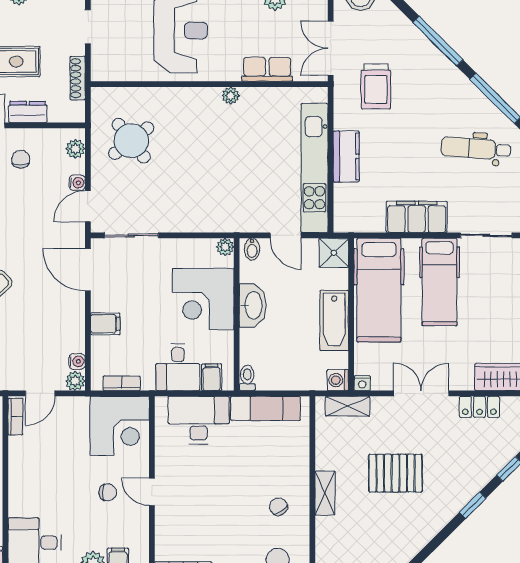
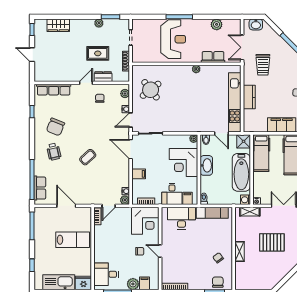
hospital bed: (379, 290) -> (261, 153), width x0.73, depth x0.78
bathtub: (334, 320) -> (241, 172), width x1.36, depth x1.36

